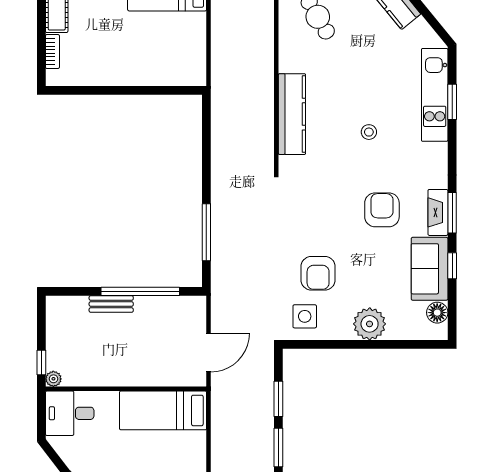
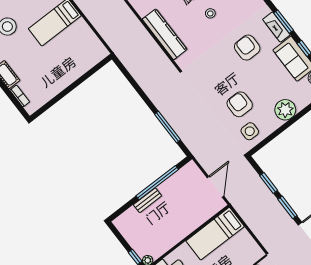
armchair: (318, 273) -> (240, 104), turned 180

